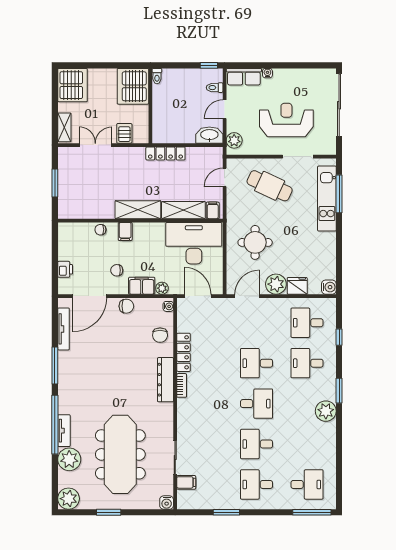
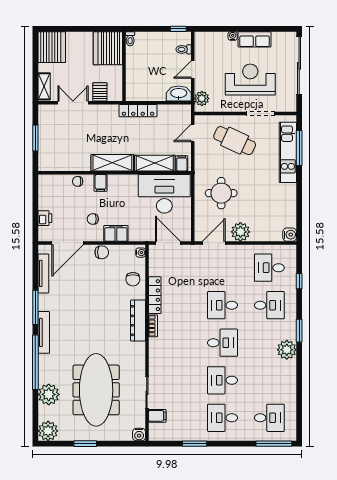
row of seats: (244, 77) -> (255, 39), moved
fridge: (297, 286) -> (260, 233), removed
plant: (162, 288) -> (135, 236), removed
desk: (307, 363) -> (269, 305), turned 180
tv unit: (64, 431) -> (44, 332), moved, width x1.41

